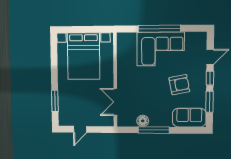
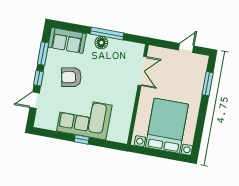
window: (159, 29) -> (82, 139), width x0.32
floor lamp: (143, 121) -> (101, 43), moved

